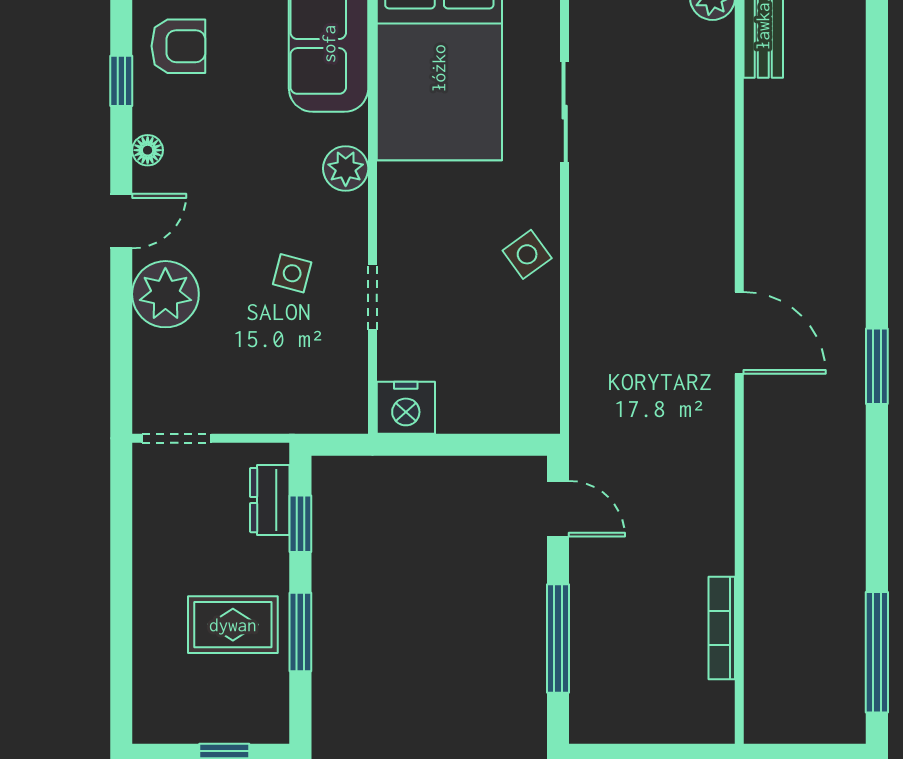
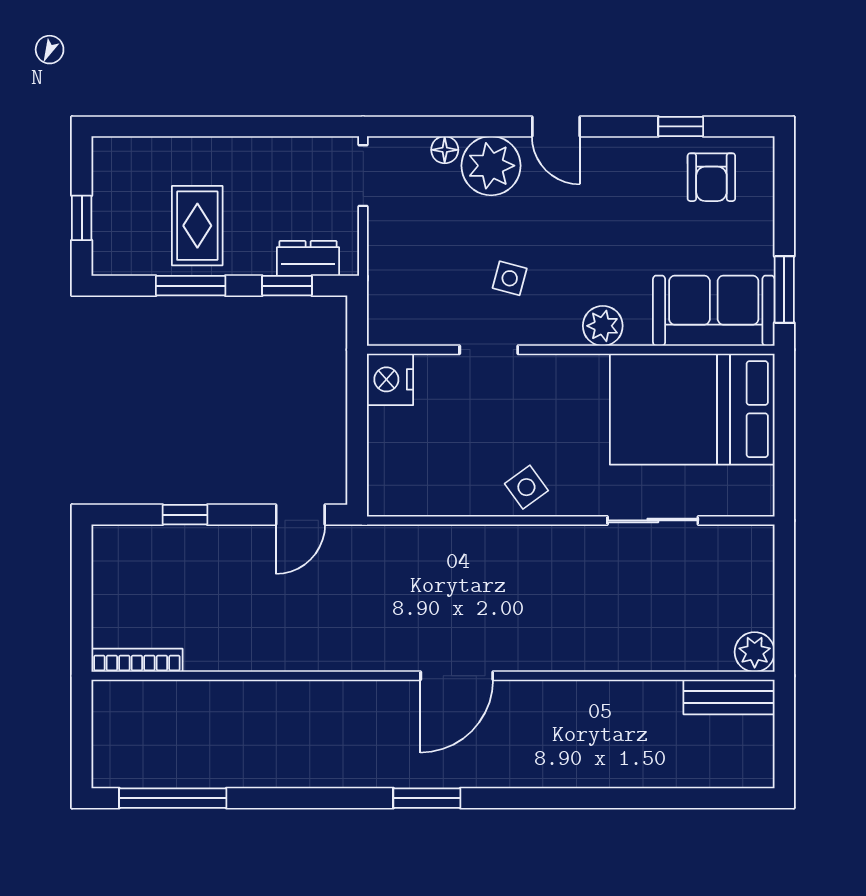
floor lamp: (148, 150) -> (445, 150), moved
bookcase: (722, 628) -> (137, 660), moved
window: (558, 638) -> (185, 515), width x0.46

